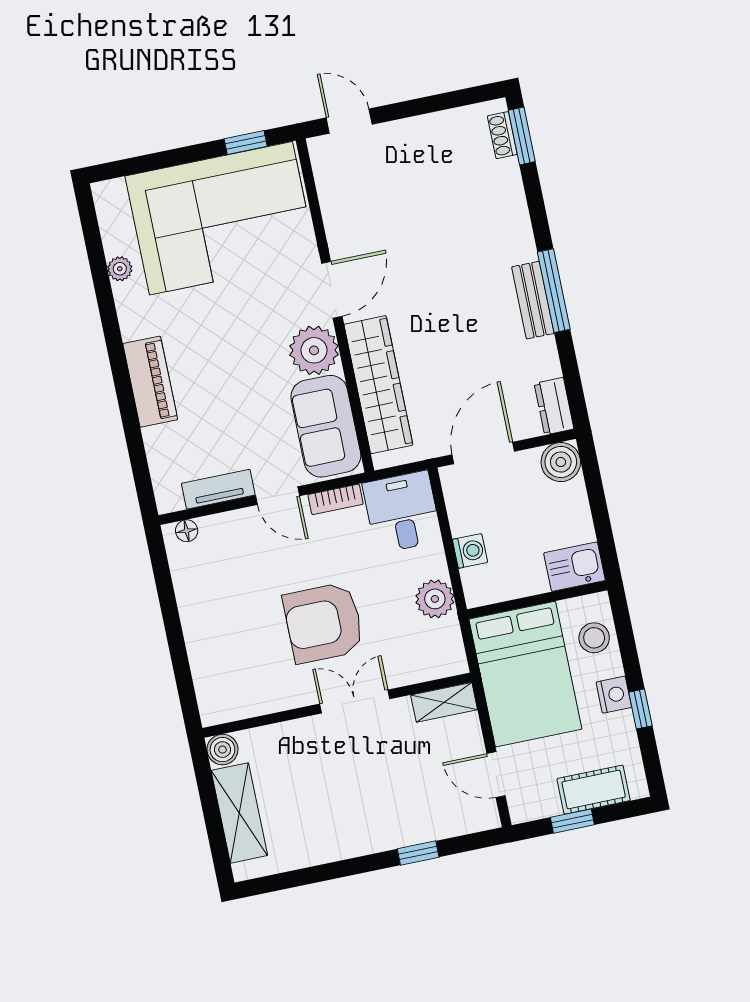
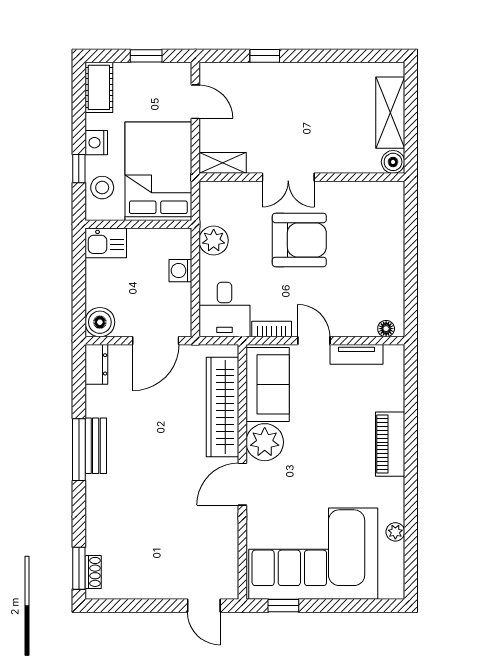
window: (640, 709) -> (79, 169), moved
cot: (594, 790) -> (99, 87), moved, turned 90

